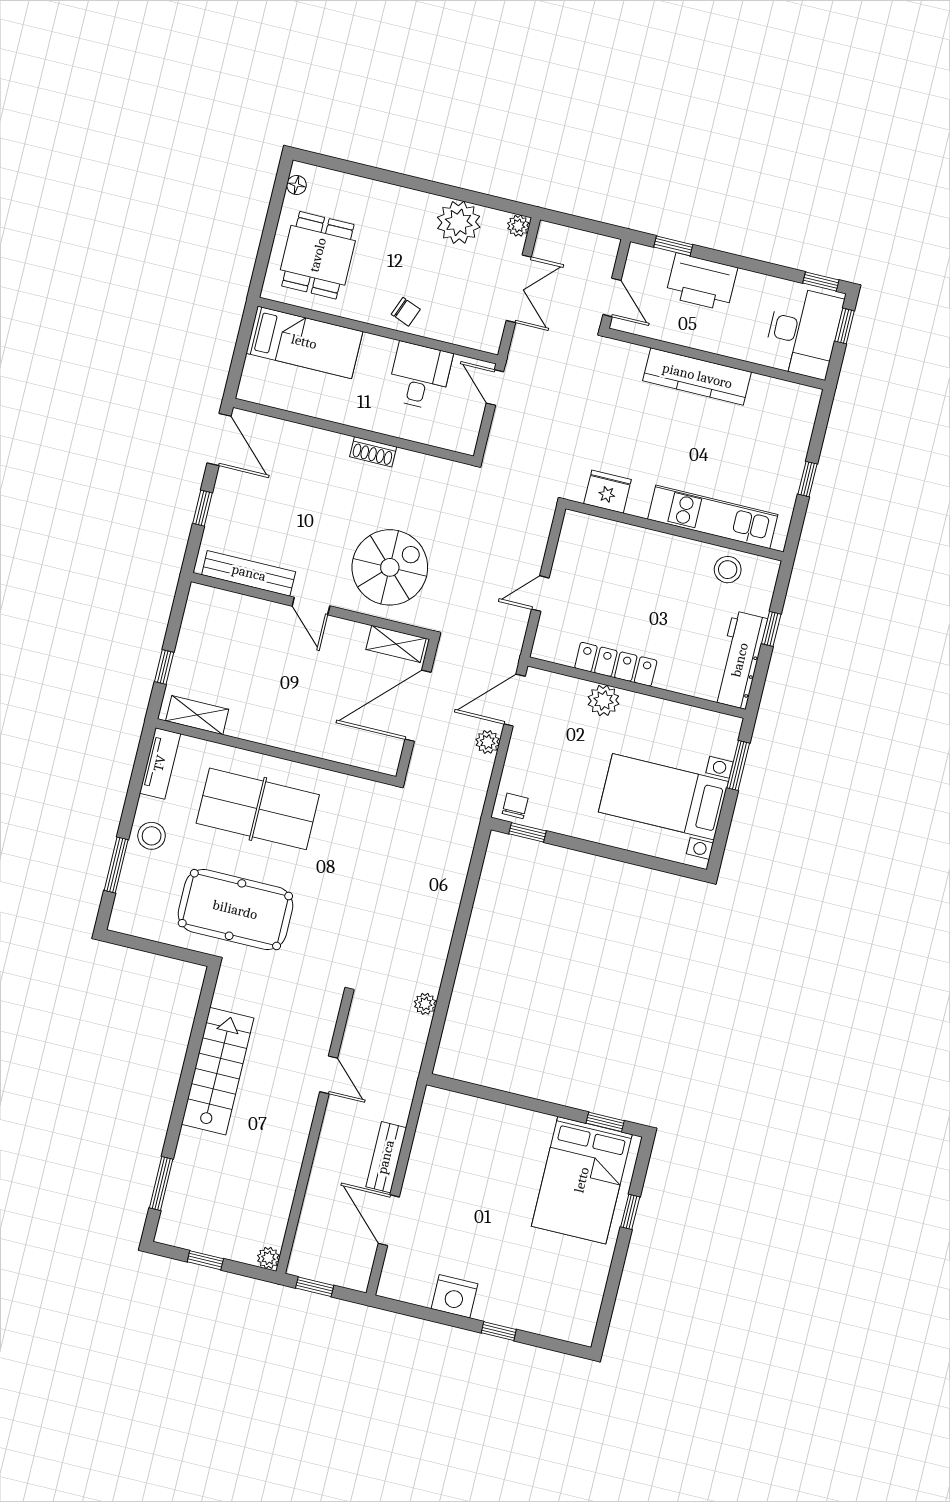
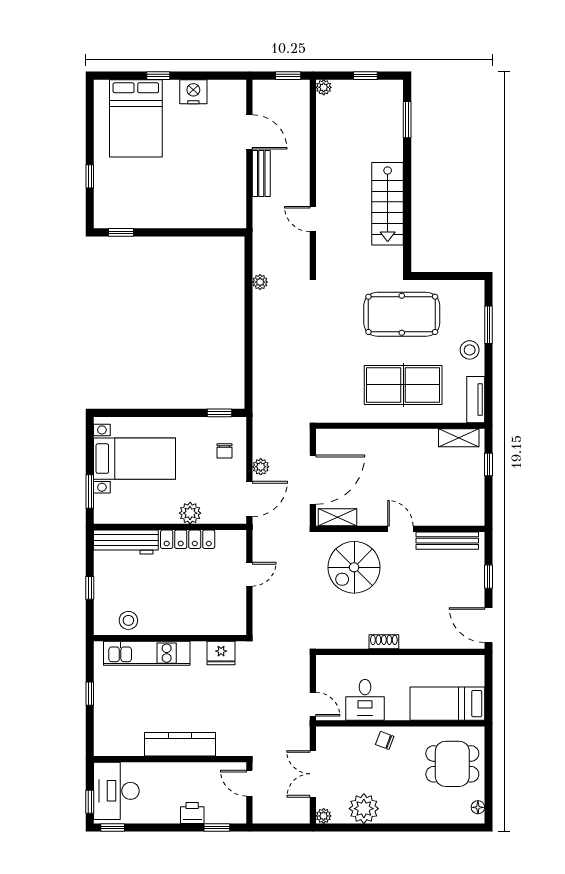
dining table: (318, 255) -> (452, 764), turned 90
printer: (702, 282) -> (192, 813), width x0.53, depth x0.68
workbench: (740, 660) -> (126, 542), moved, turned 90
chair: (515, 806) -> (224, 451), moved
bed: (582, 1180) -> (136, 118), moved, turned 180

